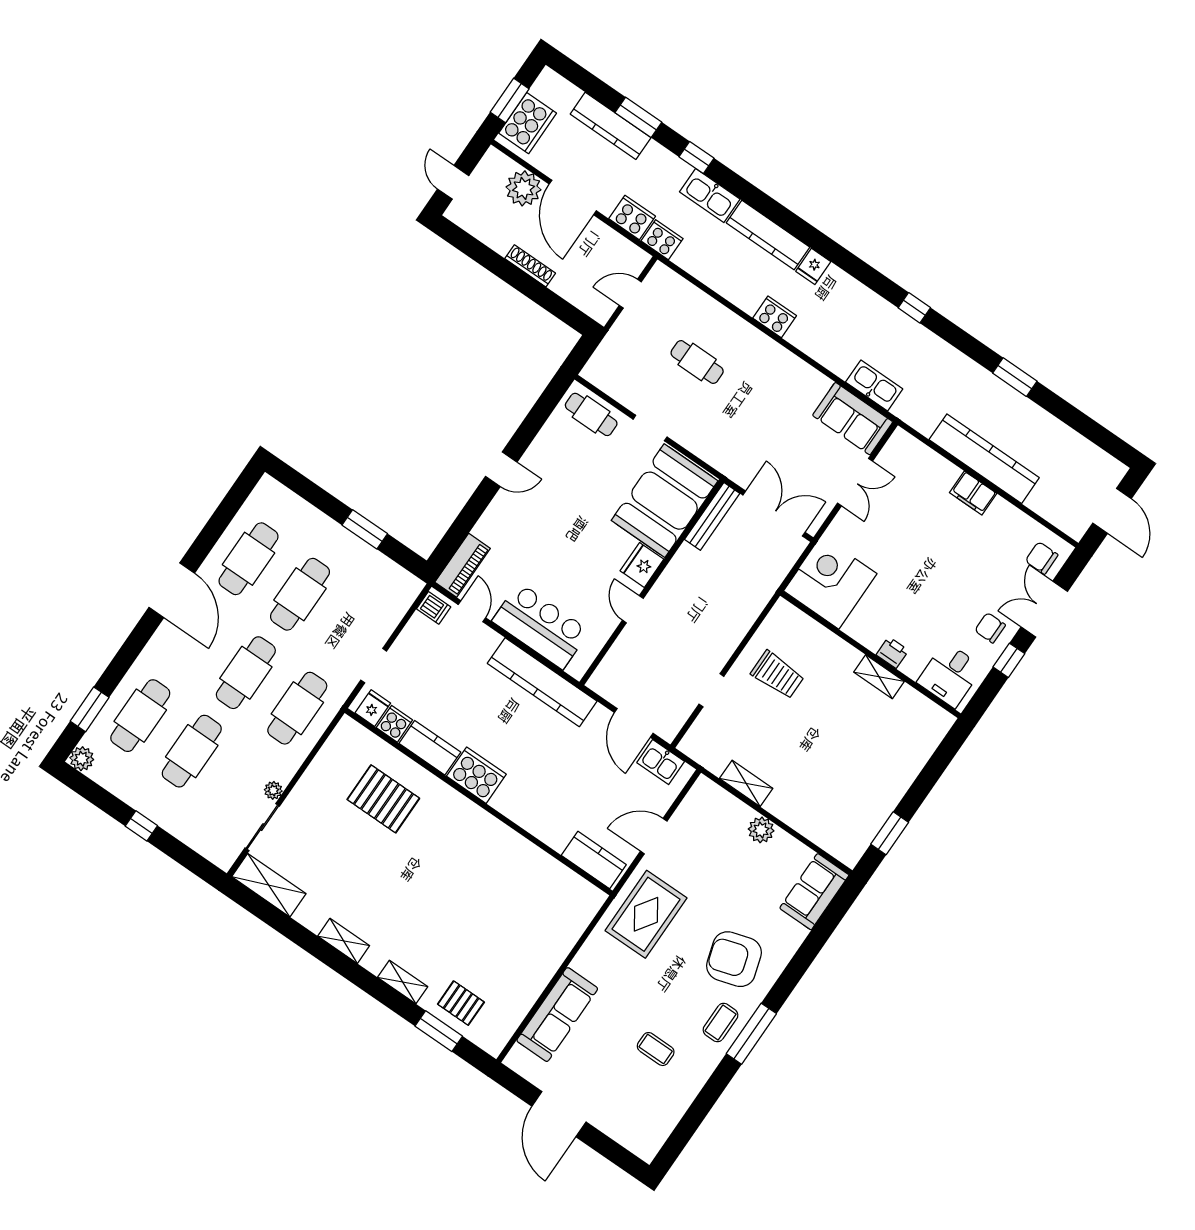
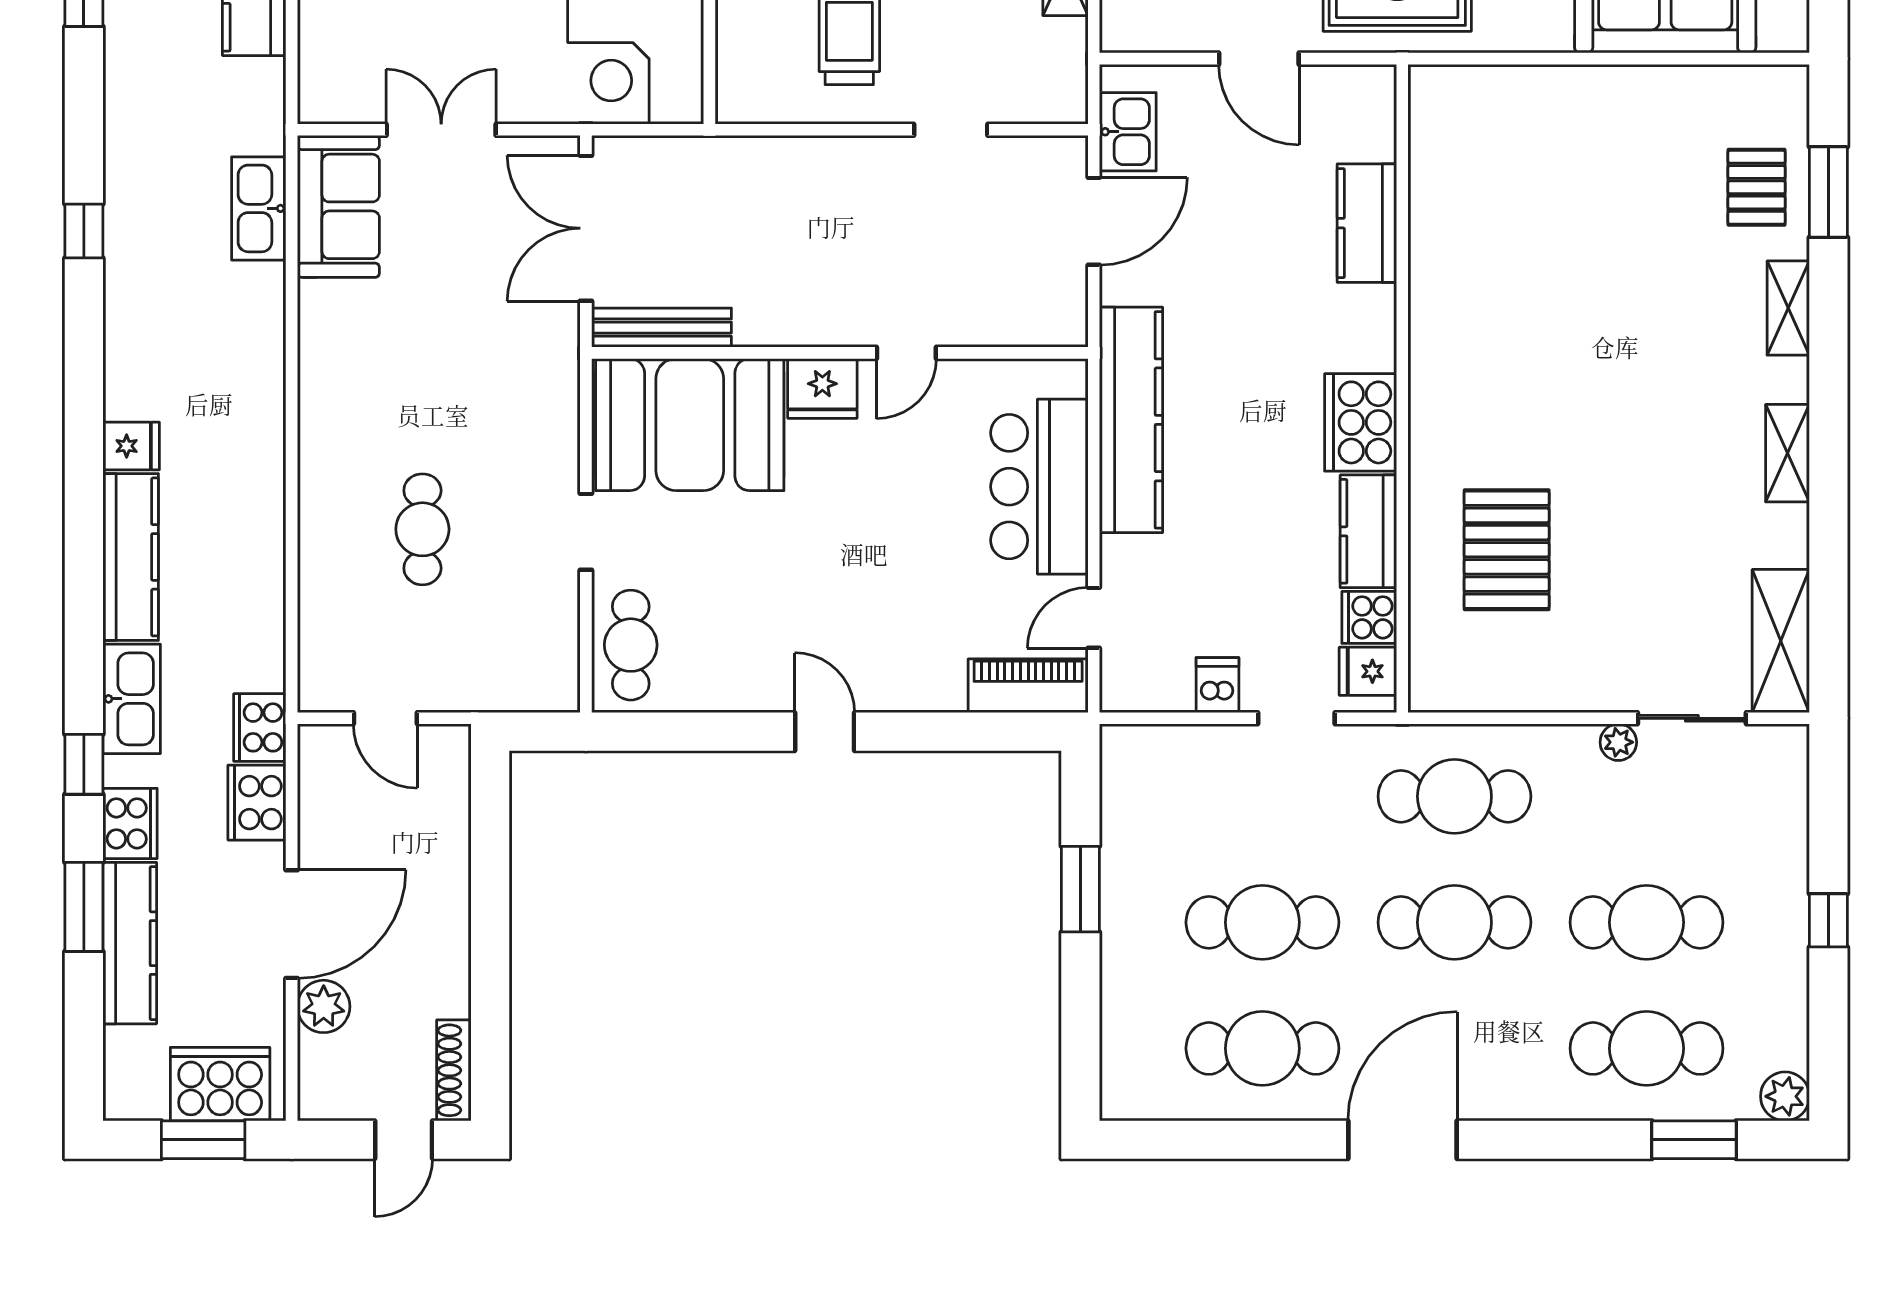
plant: (523, 188) -> (324, 1006), width x0.73, depth x0.73
shoe rack: (530, 266) -> (454, 1070), moved
cooker: (775, 317) -> (130, 823), moved, turned 180
dishwasher: (434, 608) -> (1217, 685), moved
kitchen counter: (594, 860) -> (1367, 223), moved

